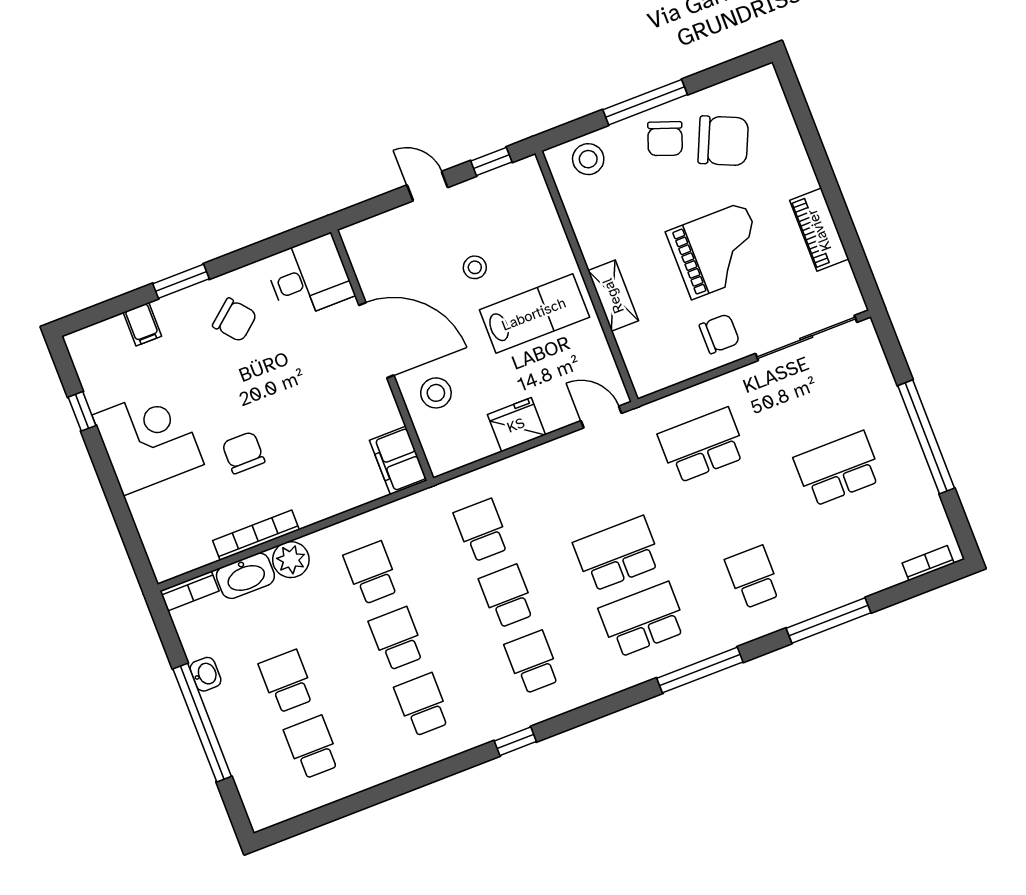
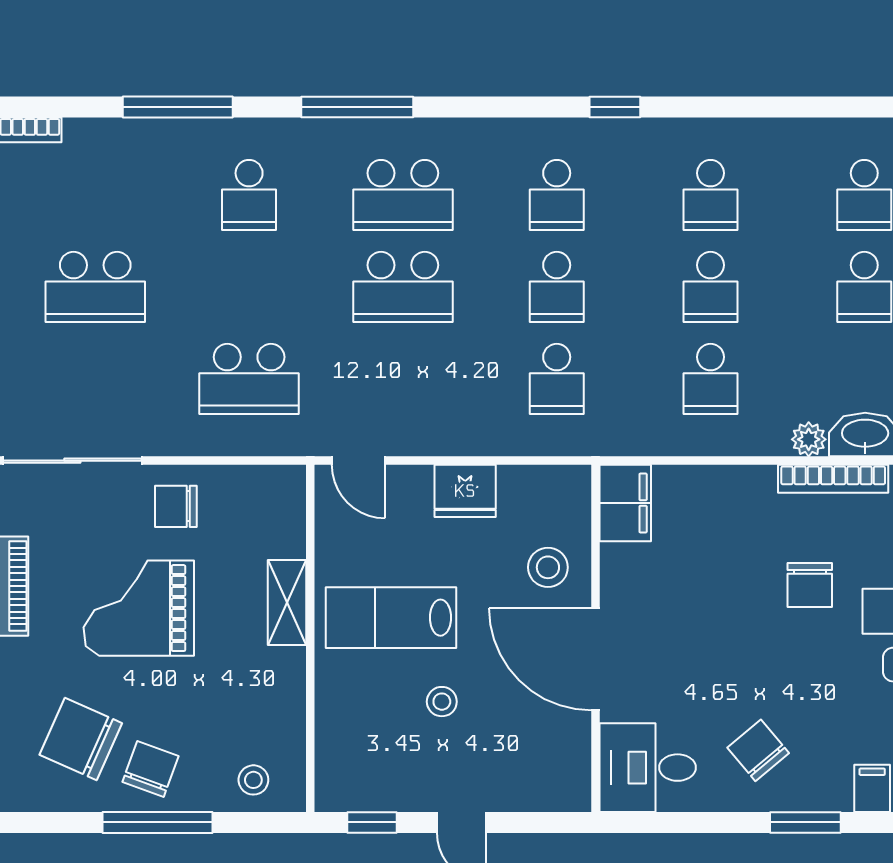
stool: (588, 159) -> (253, 780), width x0.73, depth x0.73
plant: (291, 560) -> (809, 439), width x0.73, depth x0.73

